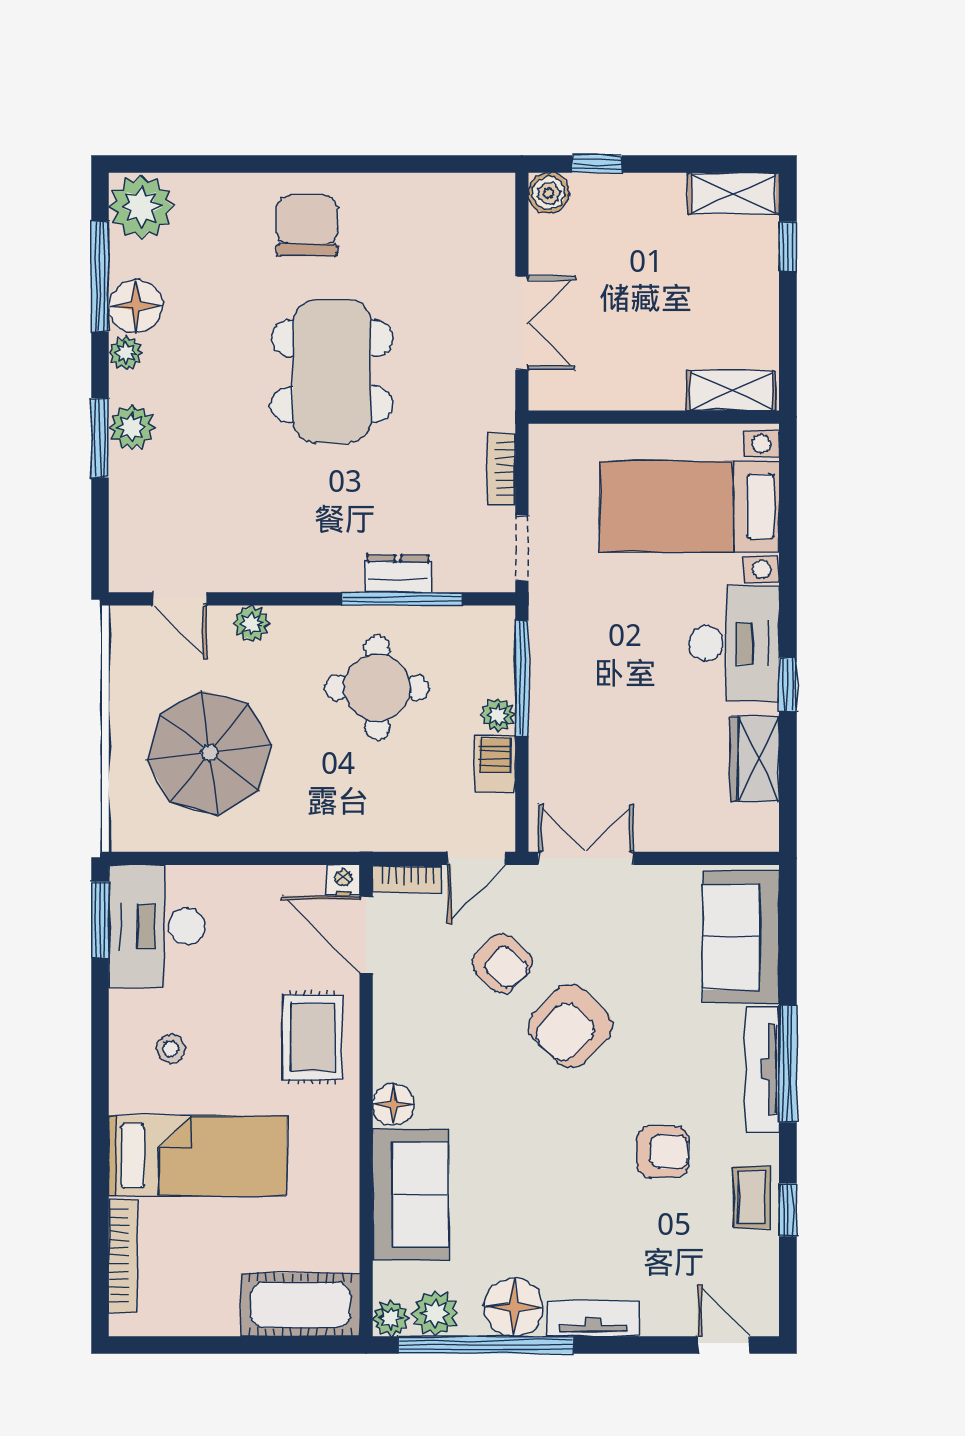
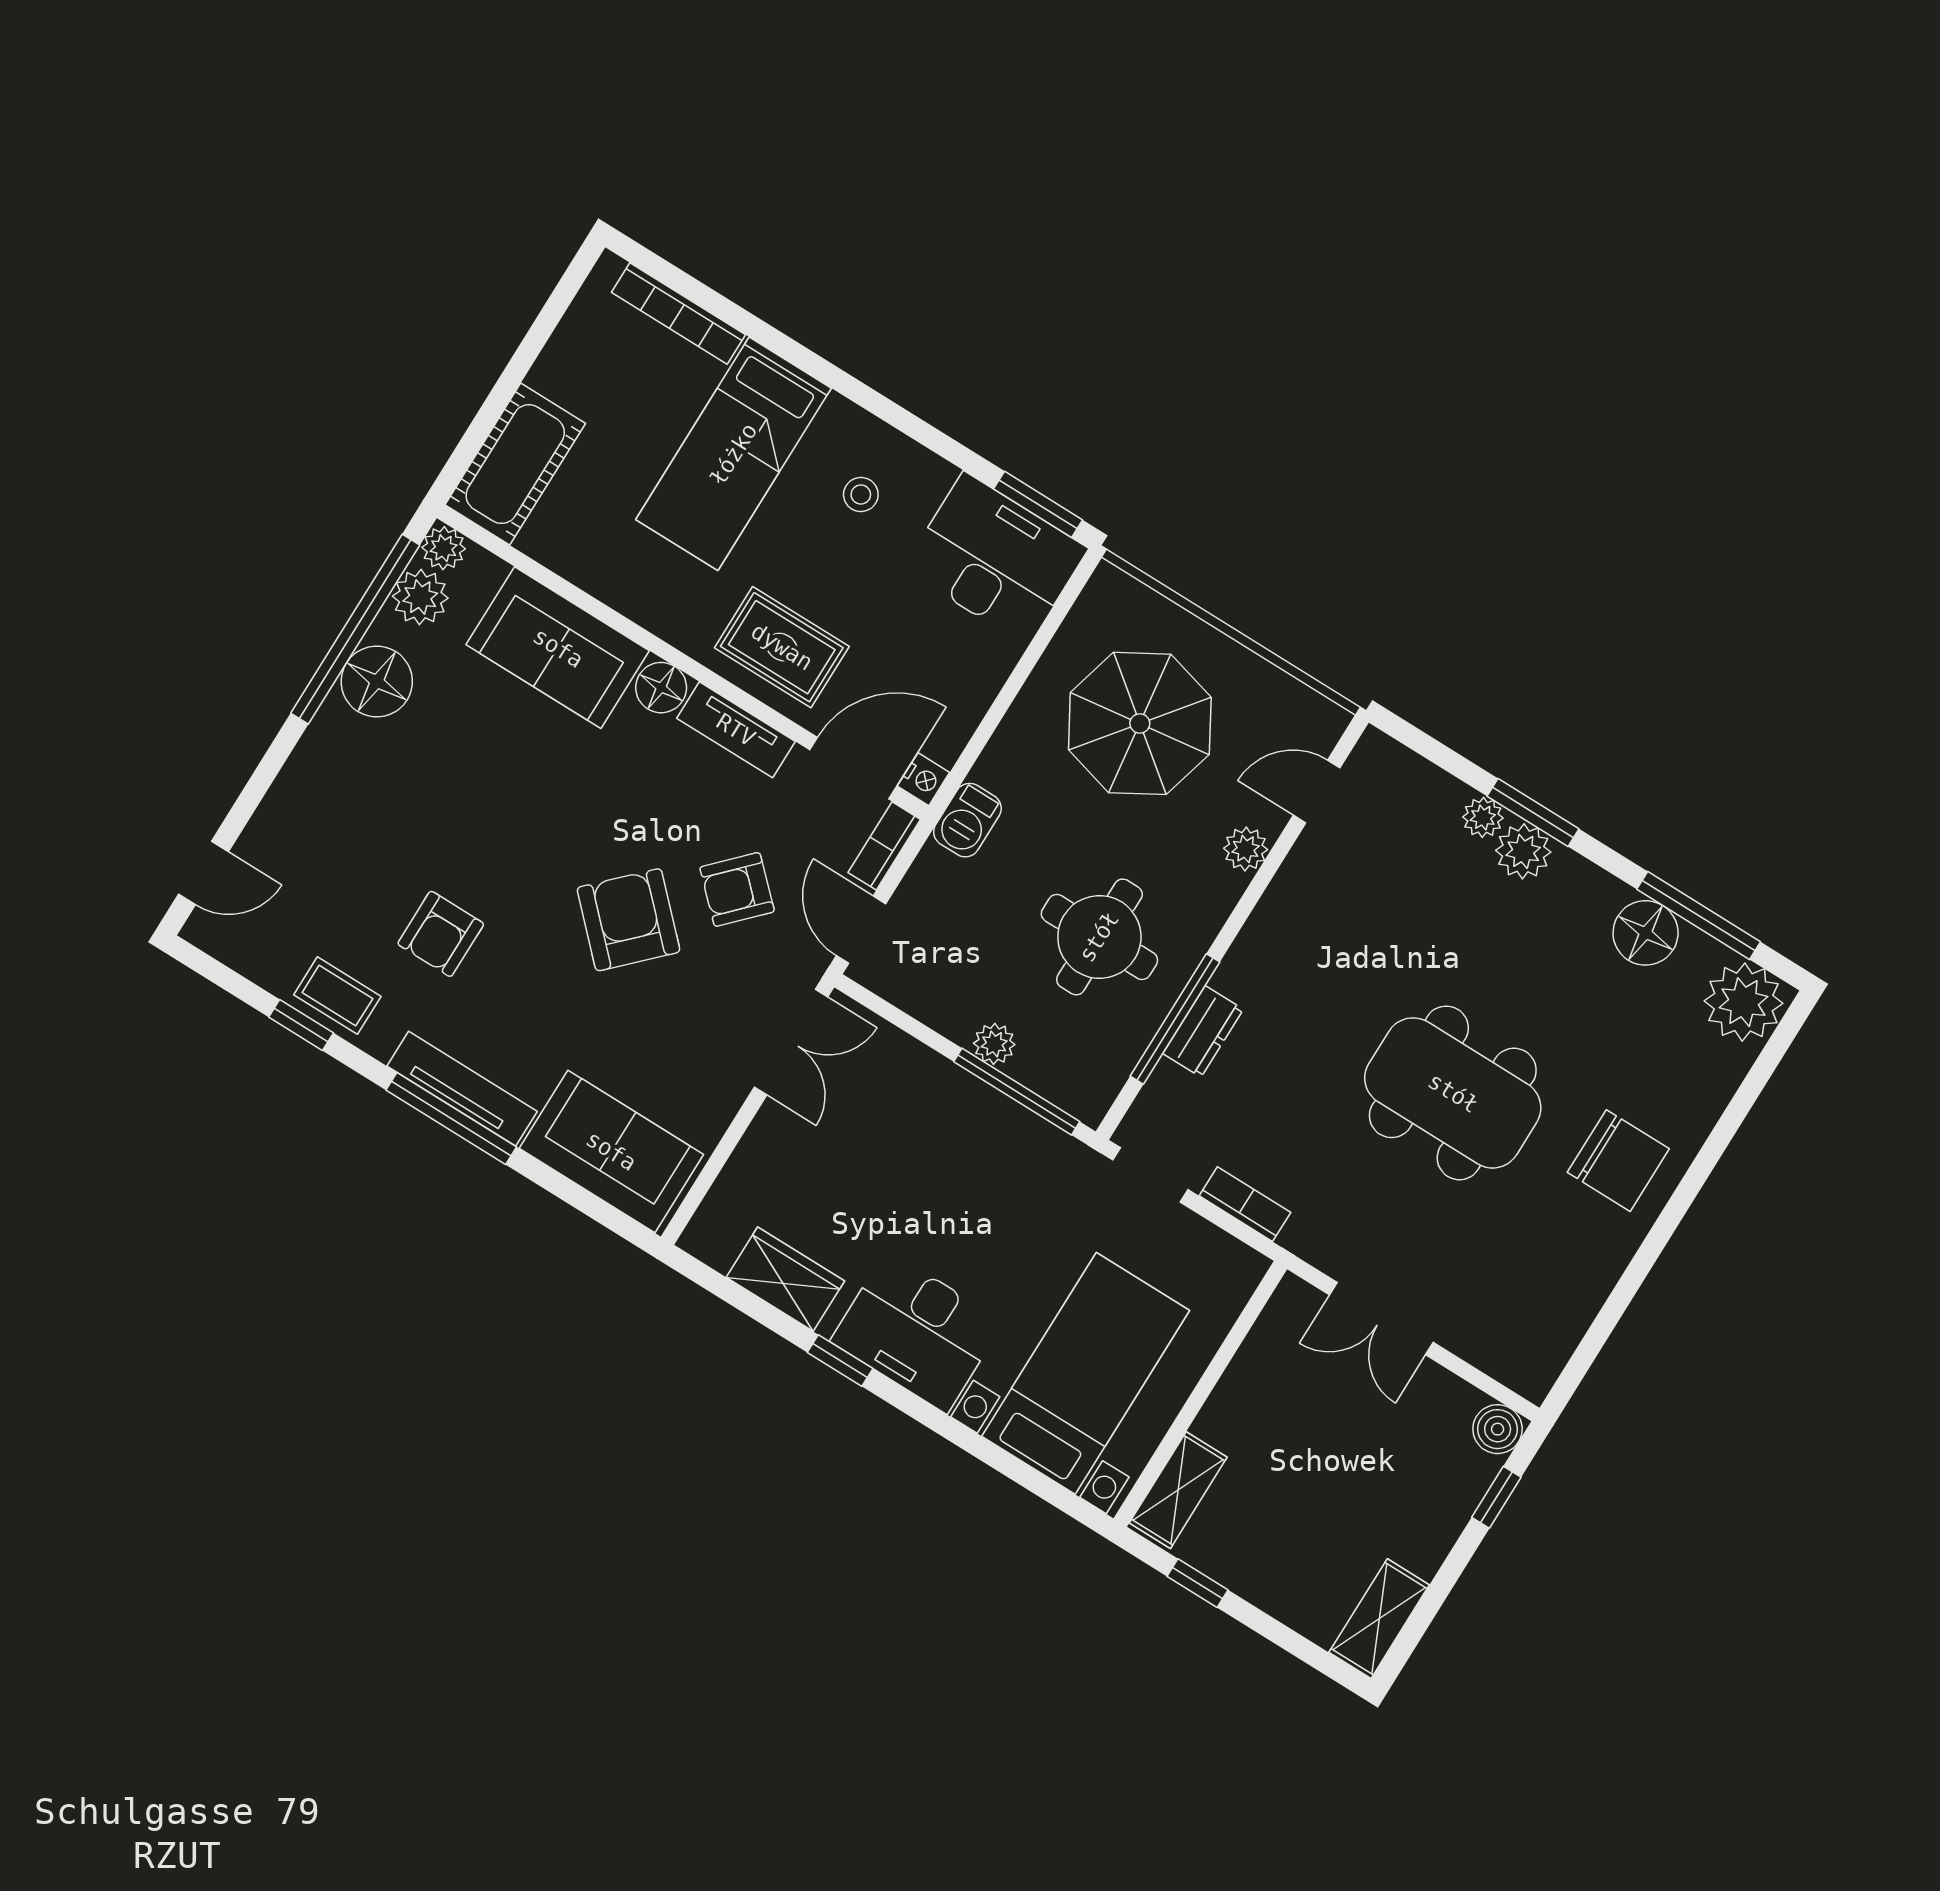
window: (788, 246) -> (1198, 1583), moved
plant: (126, 353) -> (1483, 817), moved
barbecue: (495, 764) -> (967, 820), moved, turned 90
tv unit: (593, 1319) -> (736, 730), moved, turned 90

